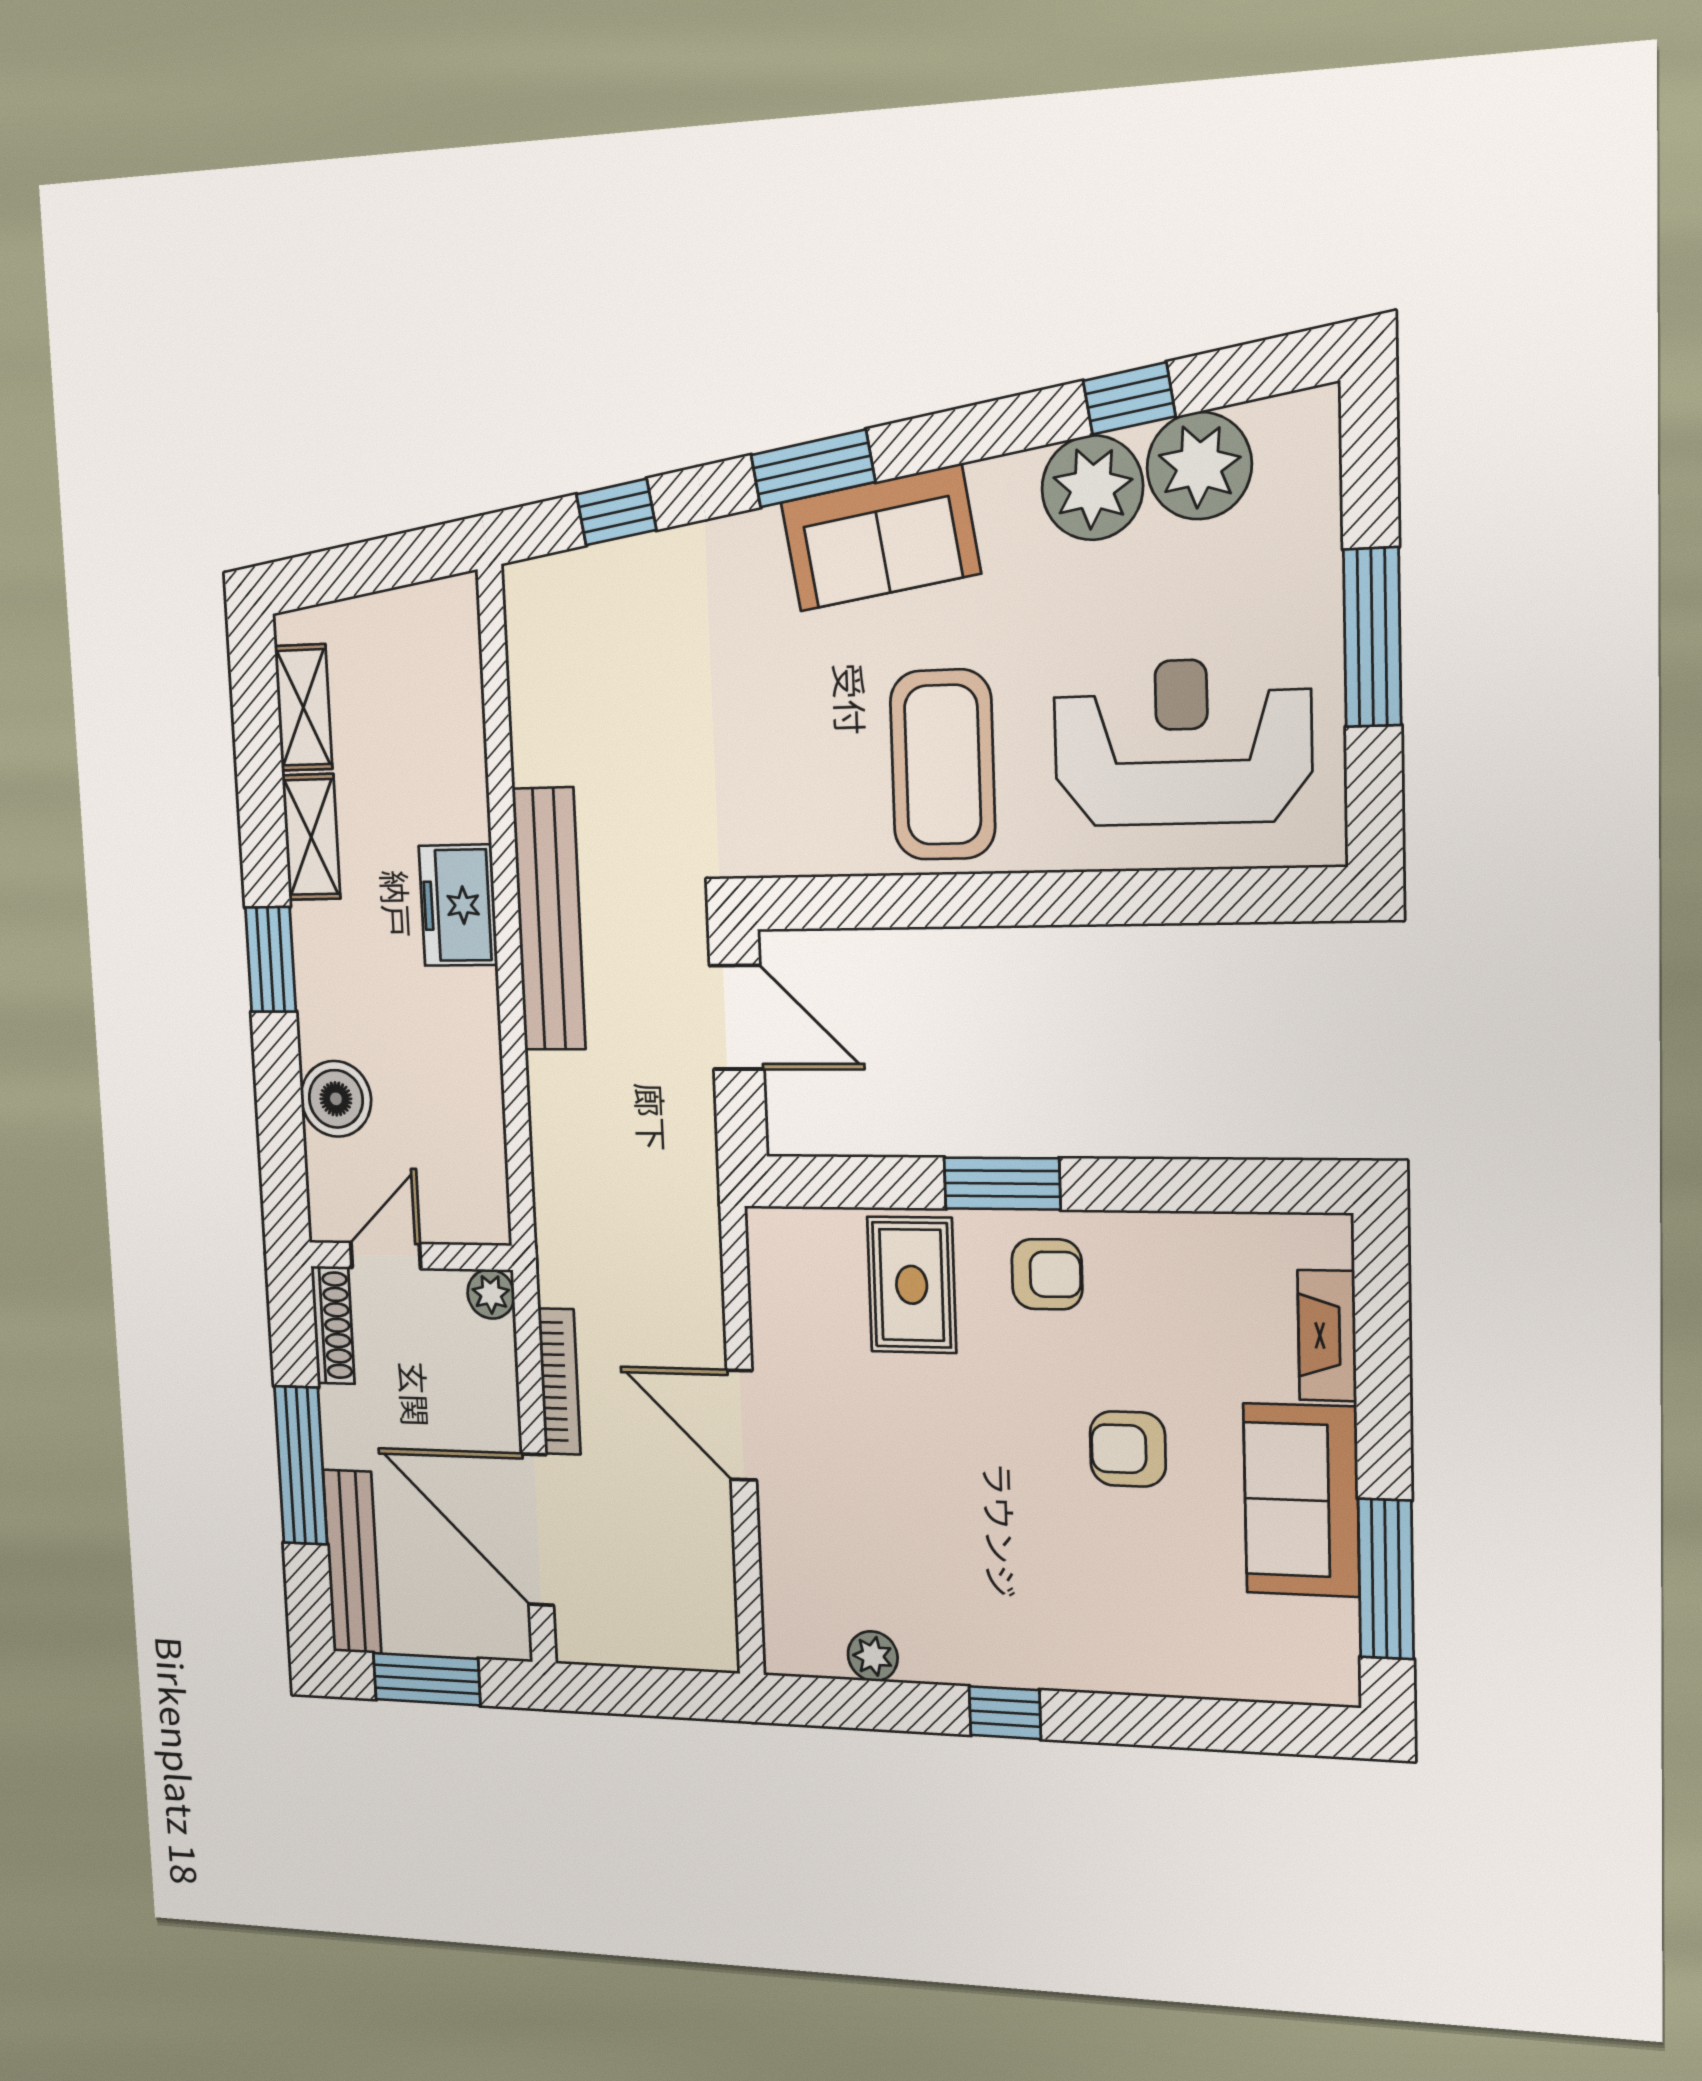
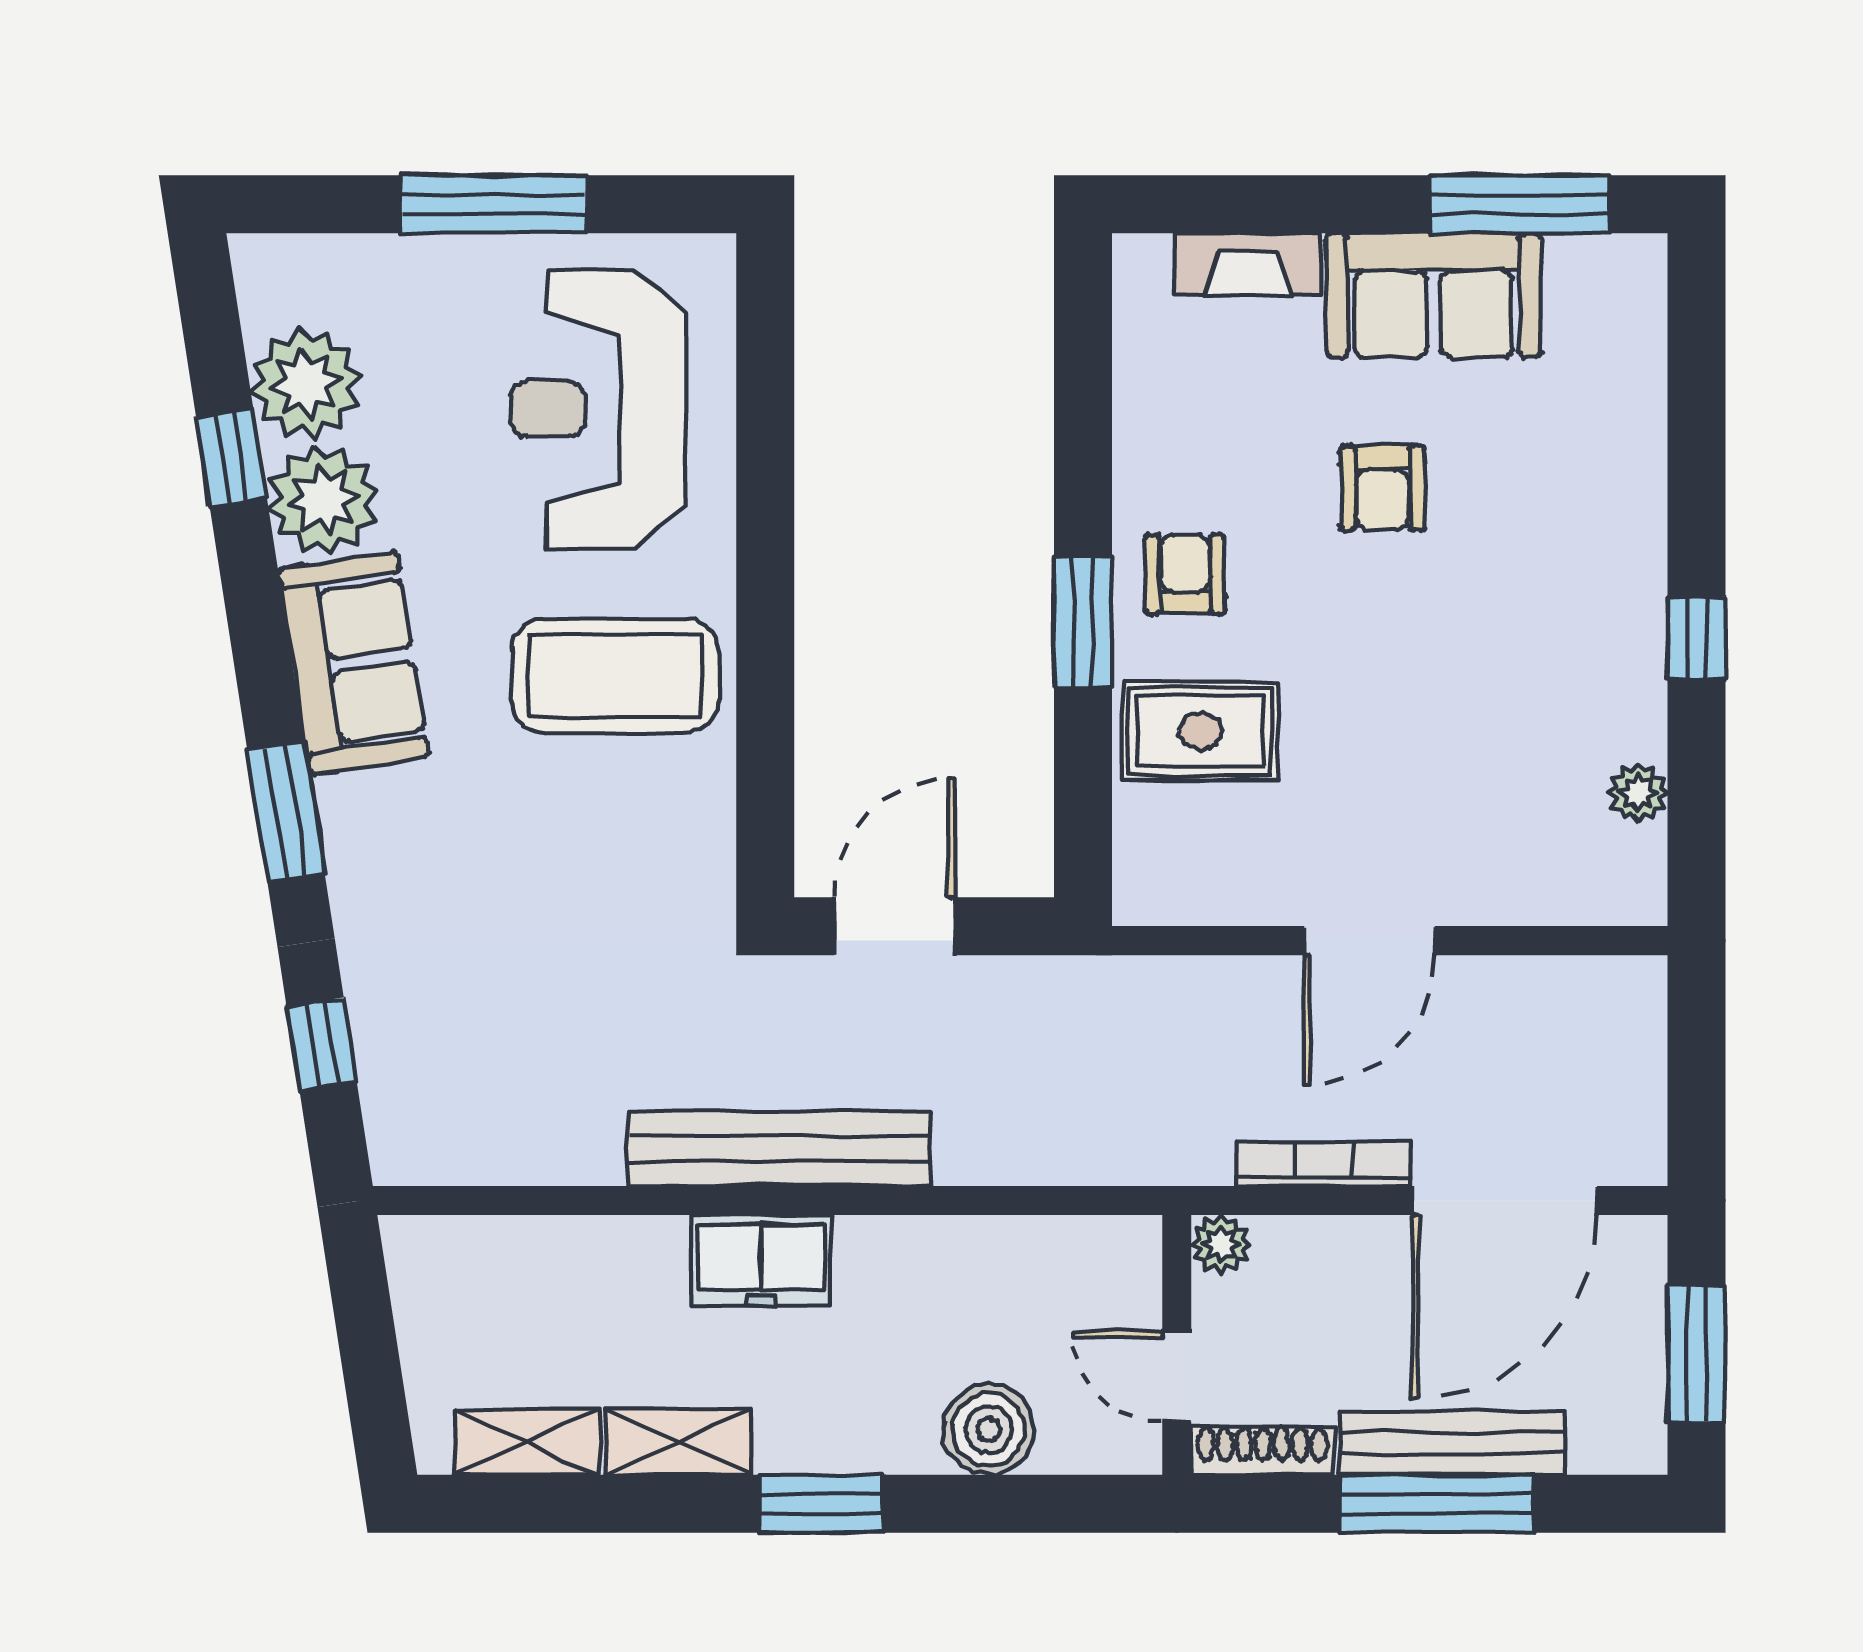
sofa: (880, 538) -> (354, 663), moved
bench: (352, 1562) -> (1453, 1443), moved

